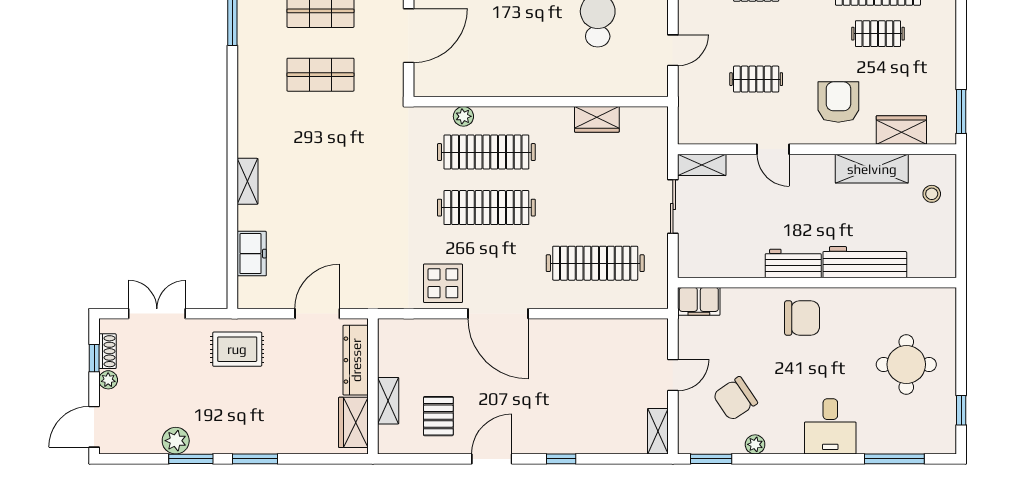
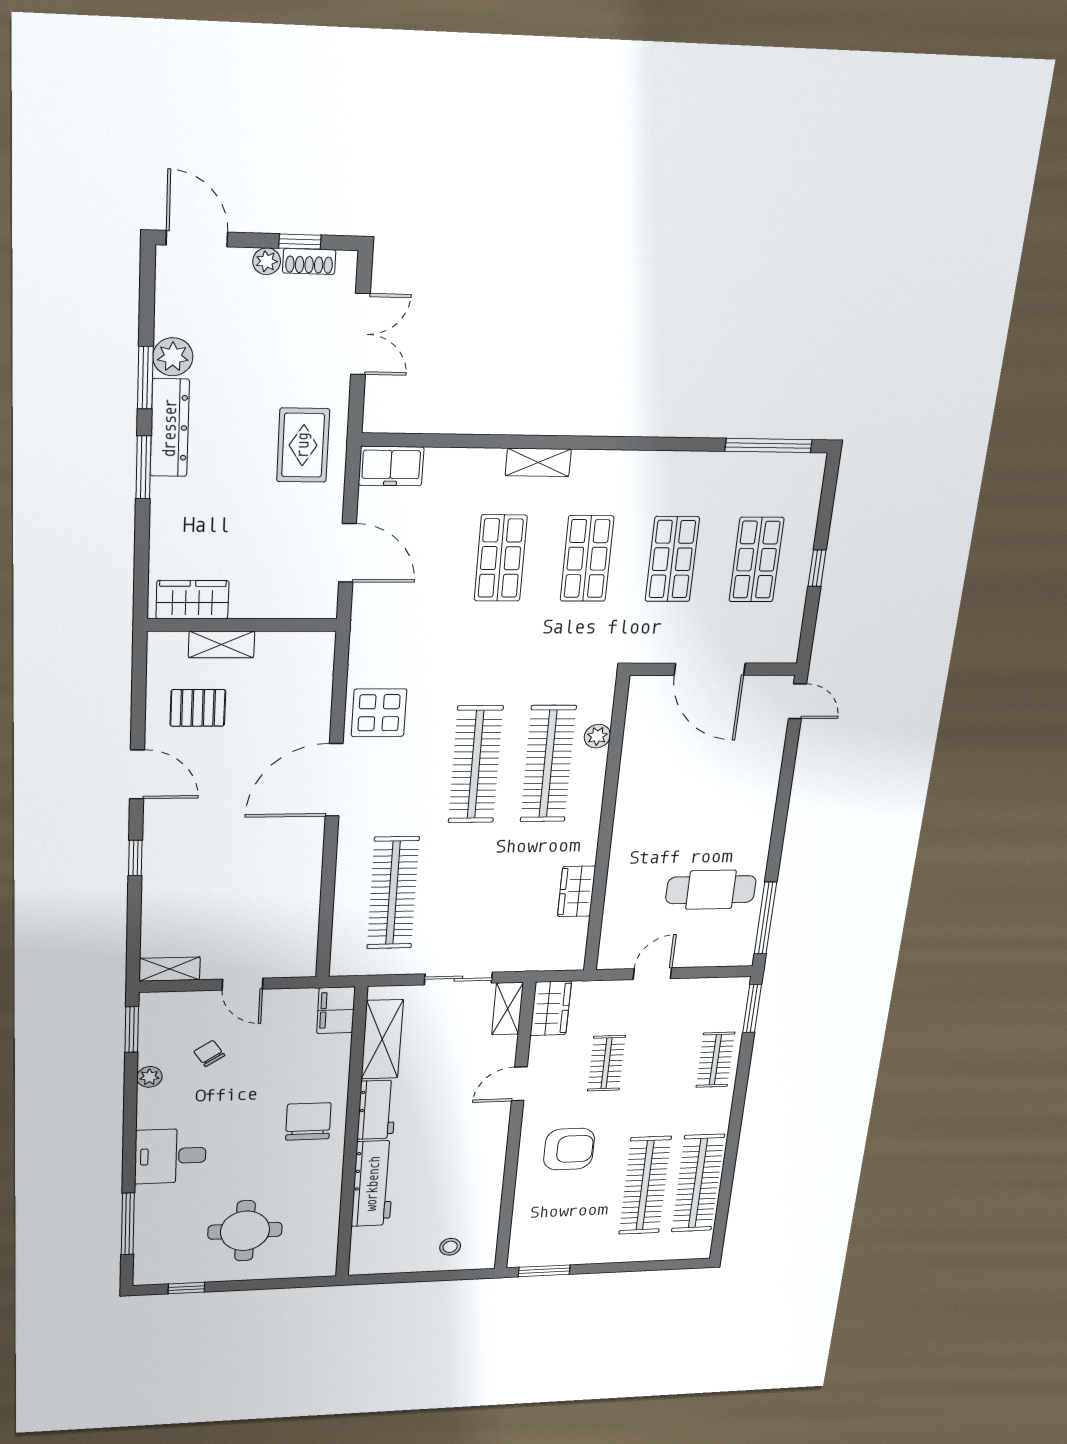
clothes rail: (878, 34) -> (645, 1185), width x1.86, depth x1.31
door: (673, 50) -> (652, 974), swing flipped
wardrobe: (901, 130) -> (551, 1008), moved
shop shelf: (320, 139) -> (587, 559), added
shelving: (872, 169) -> (382, 1039), moved
shop shelf: (320, 202) -> (501, 558), added
freezer: (252, 254) -> (391, 466), moved
chair: (802, 318) -> (308, 1121), turned 180
dresser: (356, 360) -> (170, 428), moved, turned 90
chair: (735, 399) -> (209, 1053), width x0.54, depth x0.54

